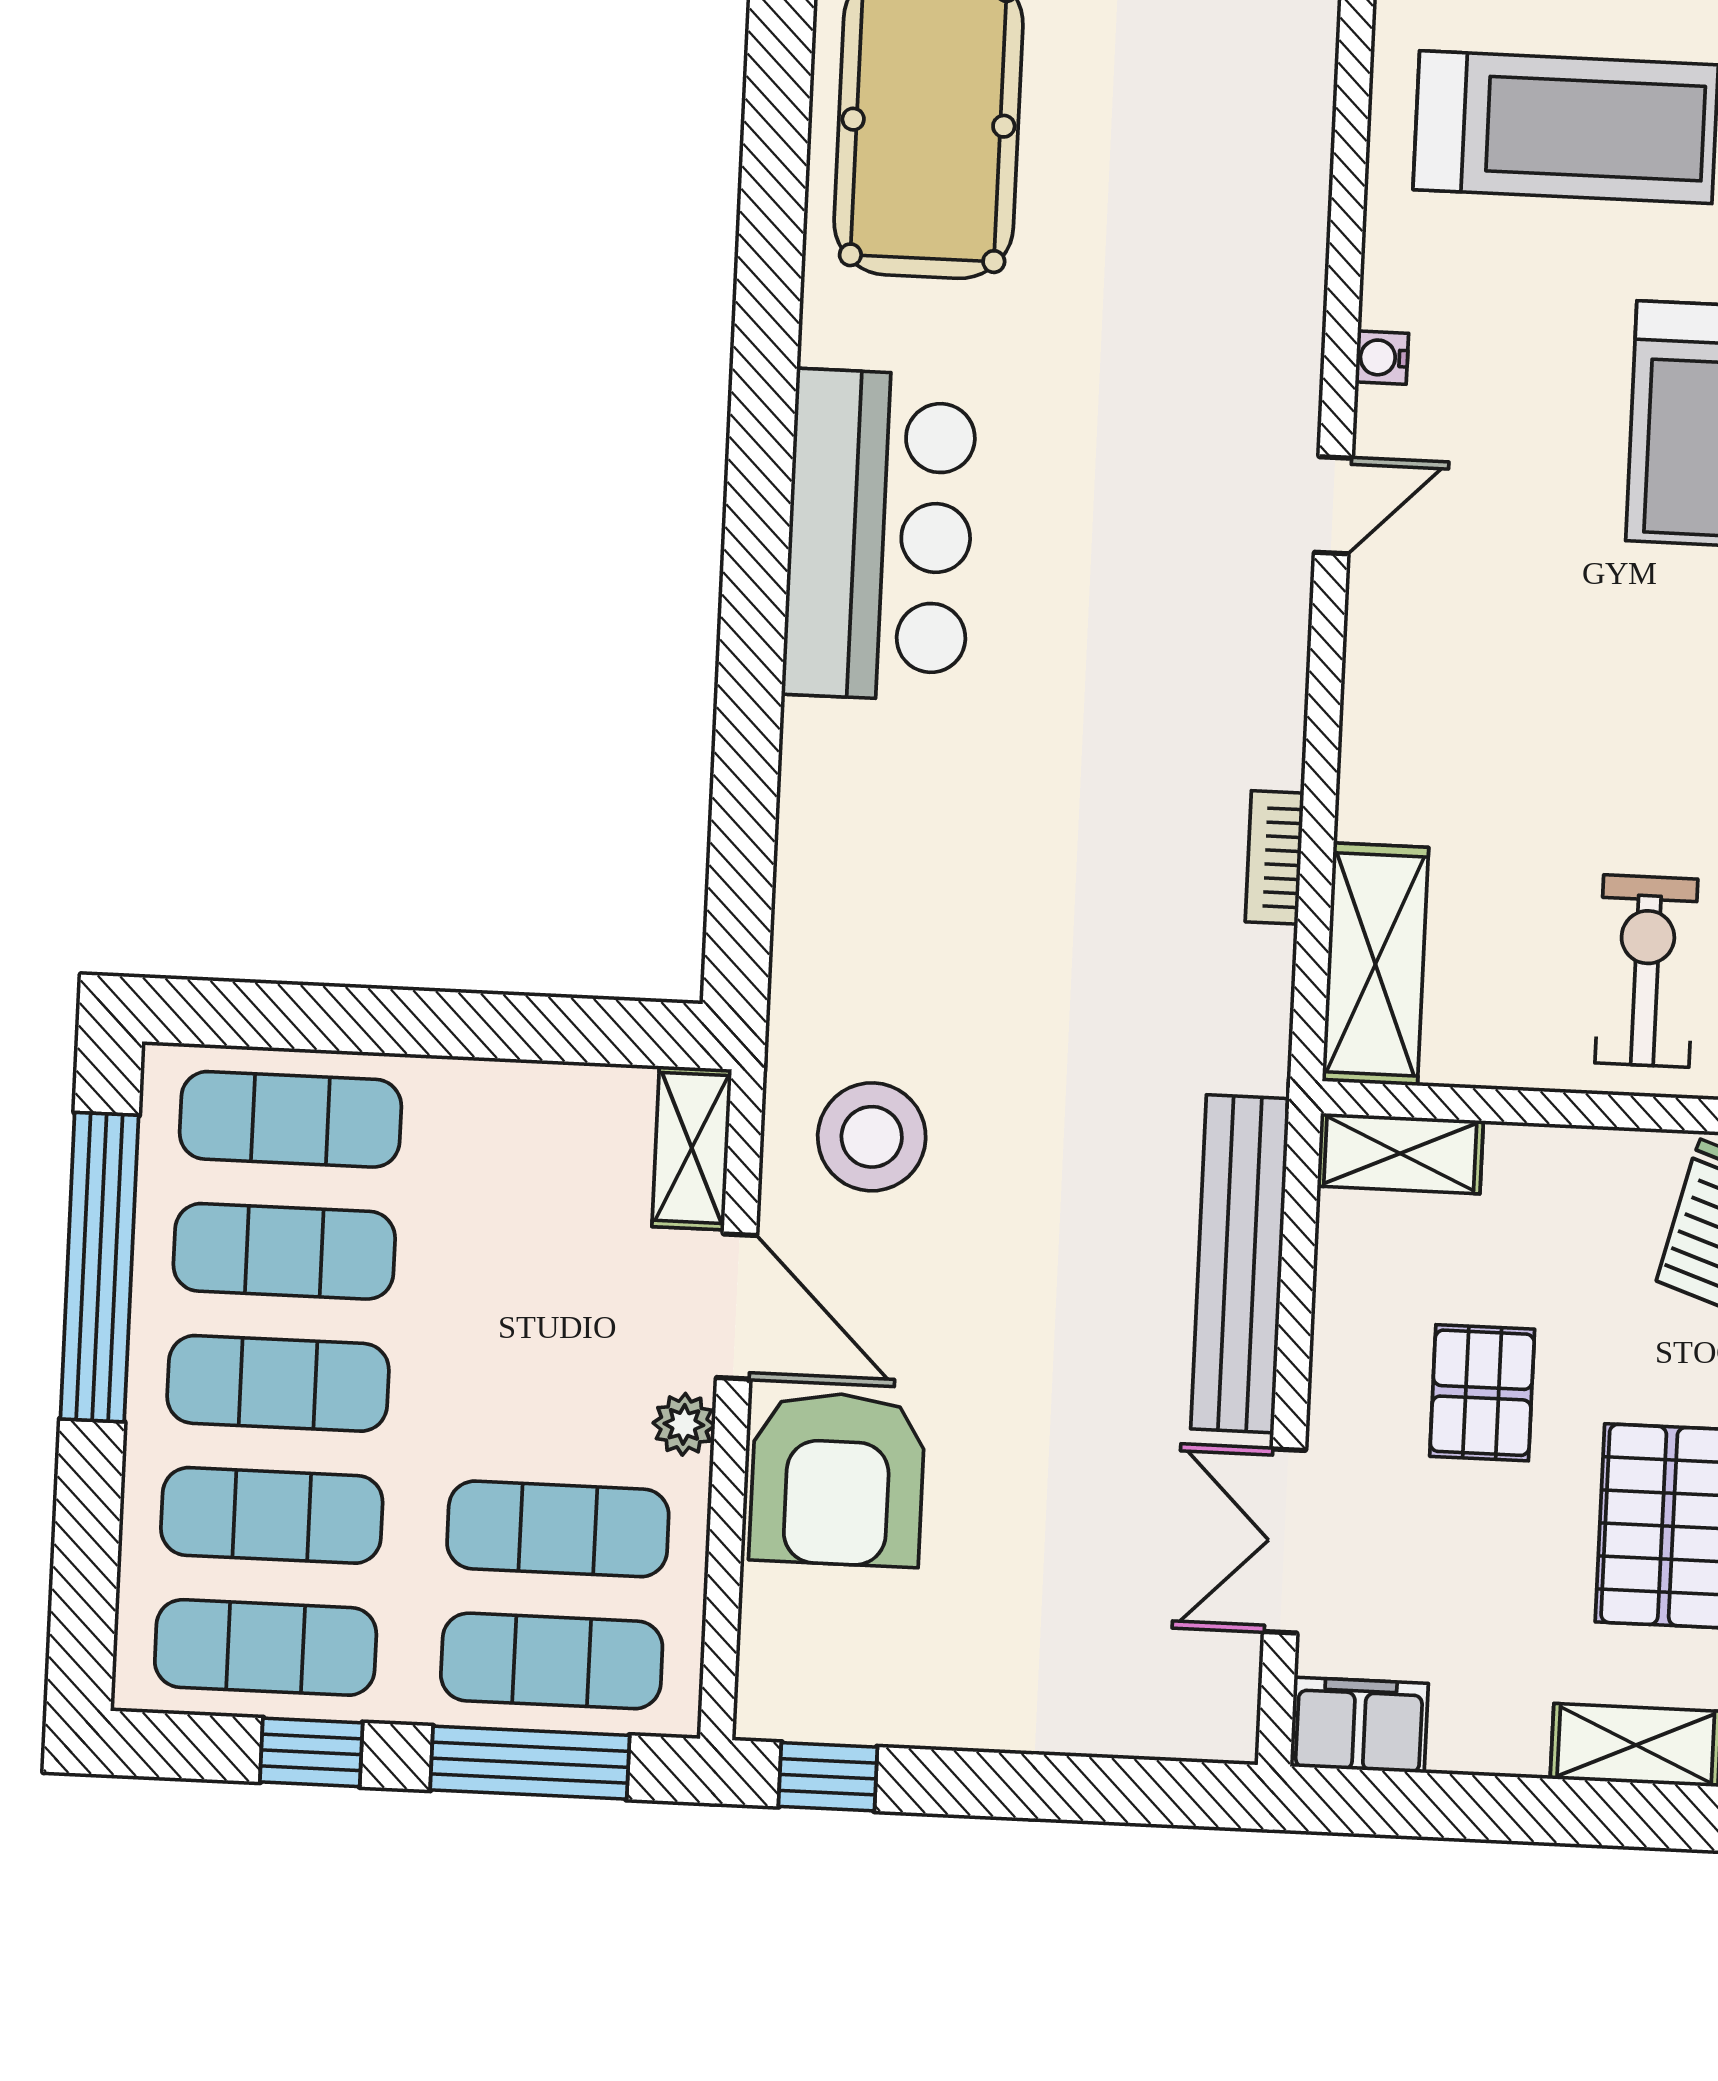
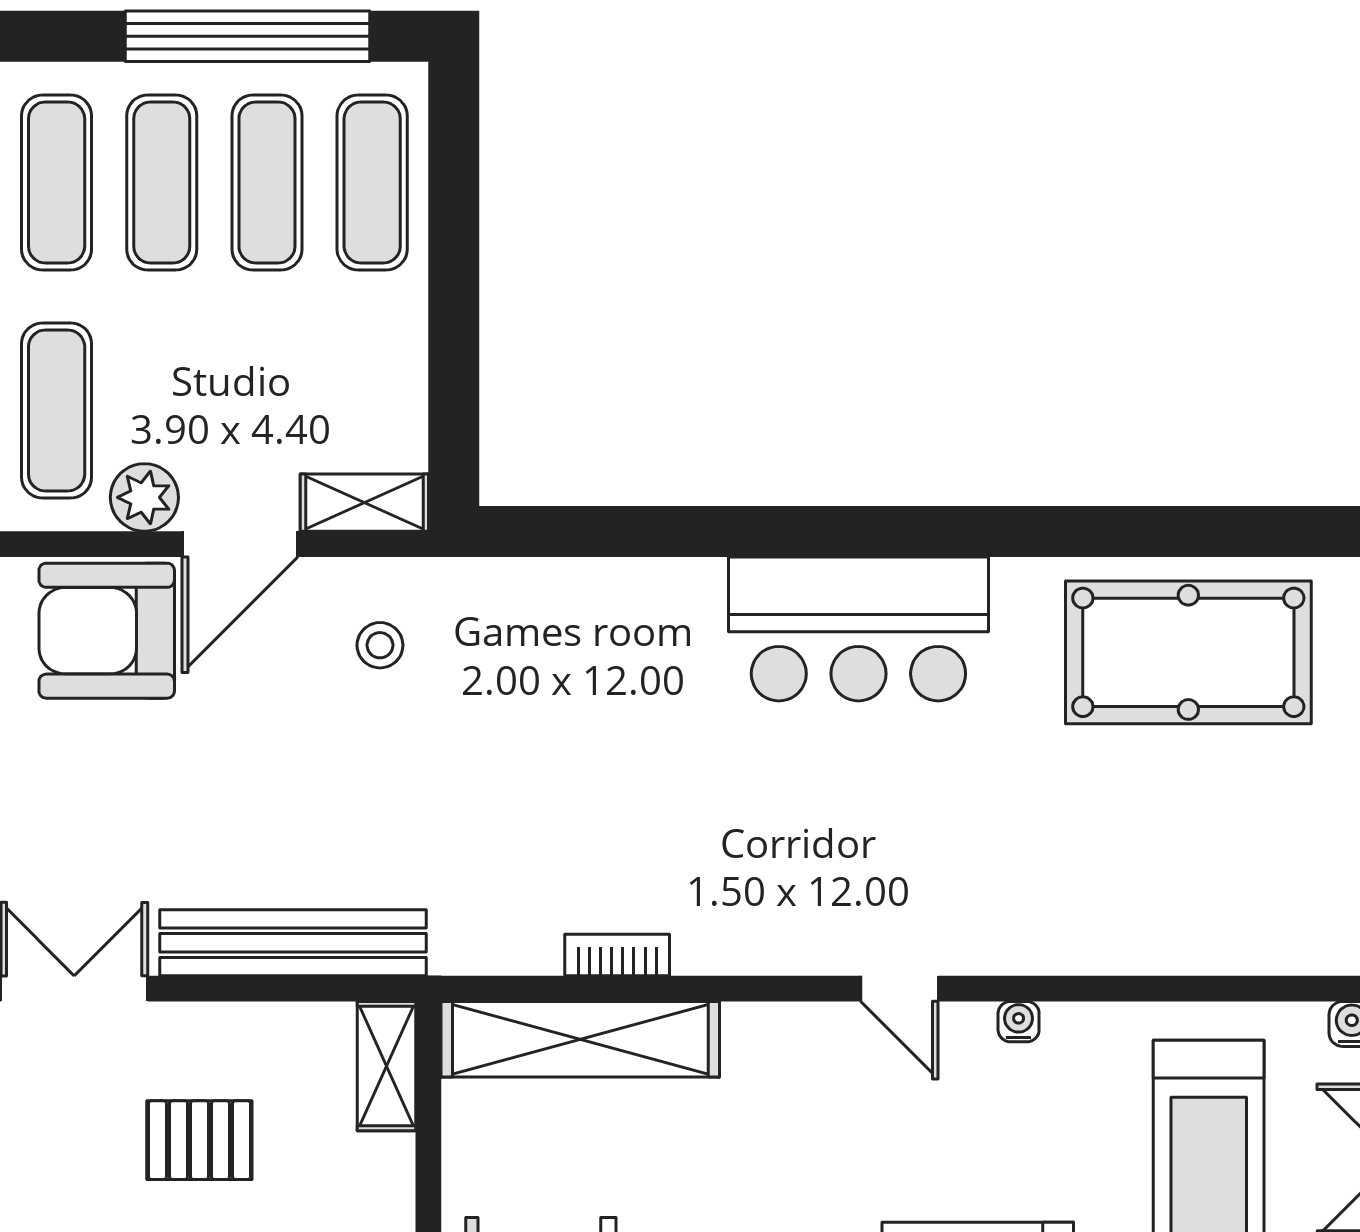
shelving: (1375, 964) -> (580, 1039), width x1.47
stool: (872, 1137) -> (380, 645), width x0.53, depth x0.53
plant: (684, 1424) -> (144, 497), width x1.38, depth x1.38

